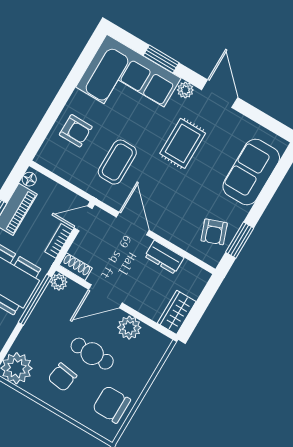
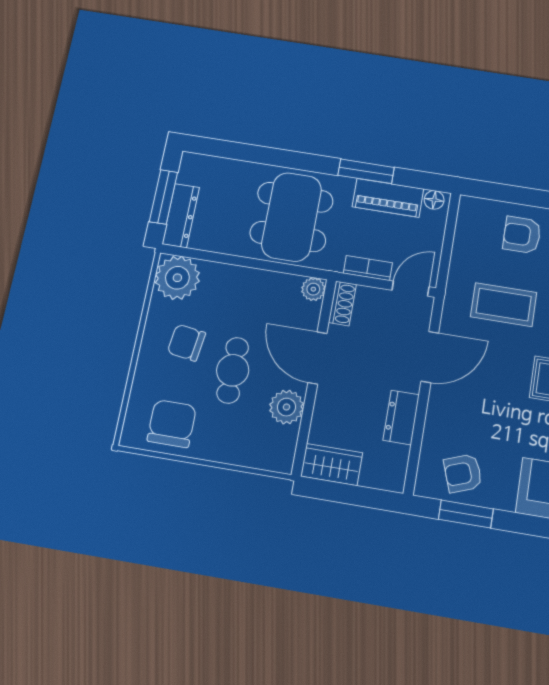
armchair: (76, 131) -> (522, 235), turned 90
door: (83, 218) -> (411, 289), hinge flipped
window: (35, 300) -> (278, 267), removed

